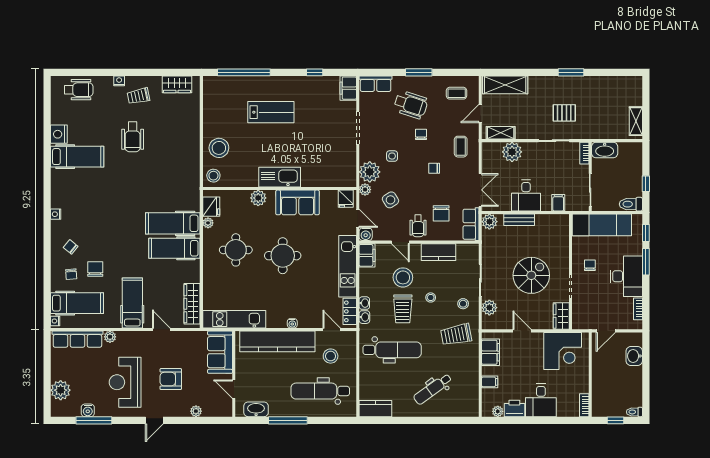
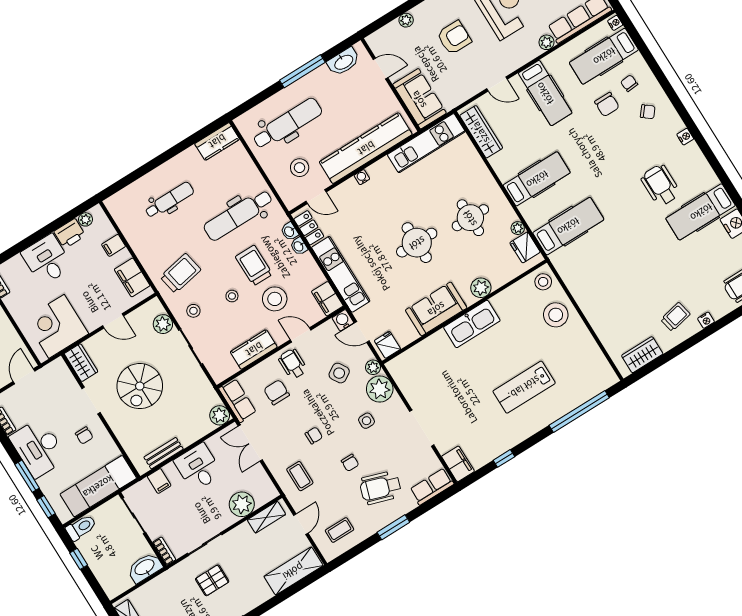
wheelchair: (133, 137) -> (660, 185), moved
bench: (519, 220) -> (164, 453), moved
hospital bed: (173, 223) -> (568, 226), moved
dental chair: (433, 389) -> (169, 200), turned 36

